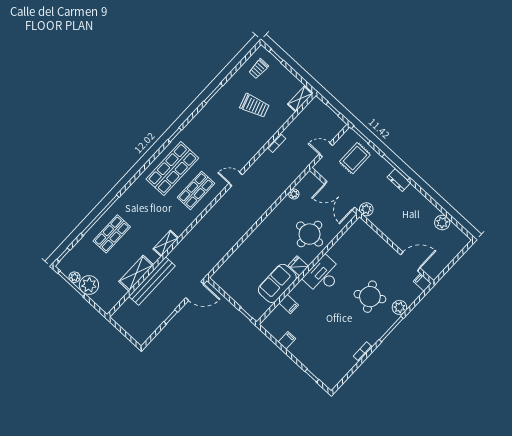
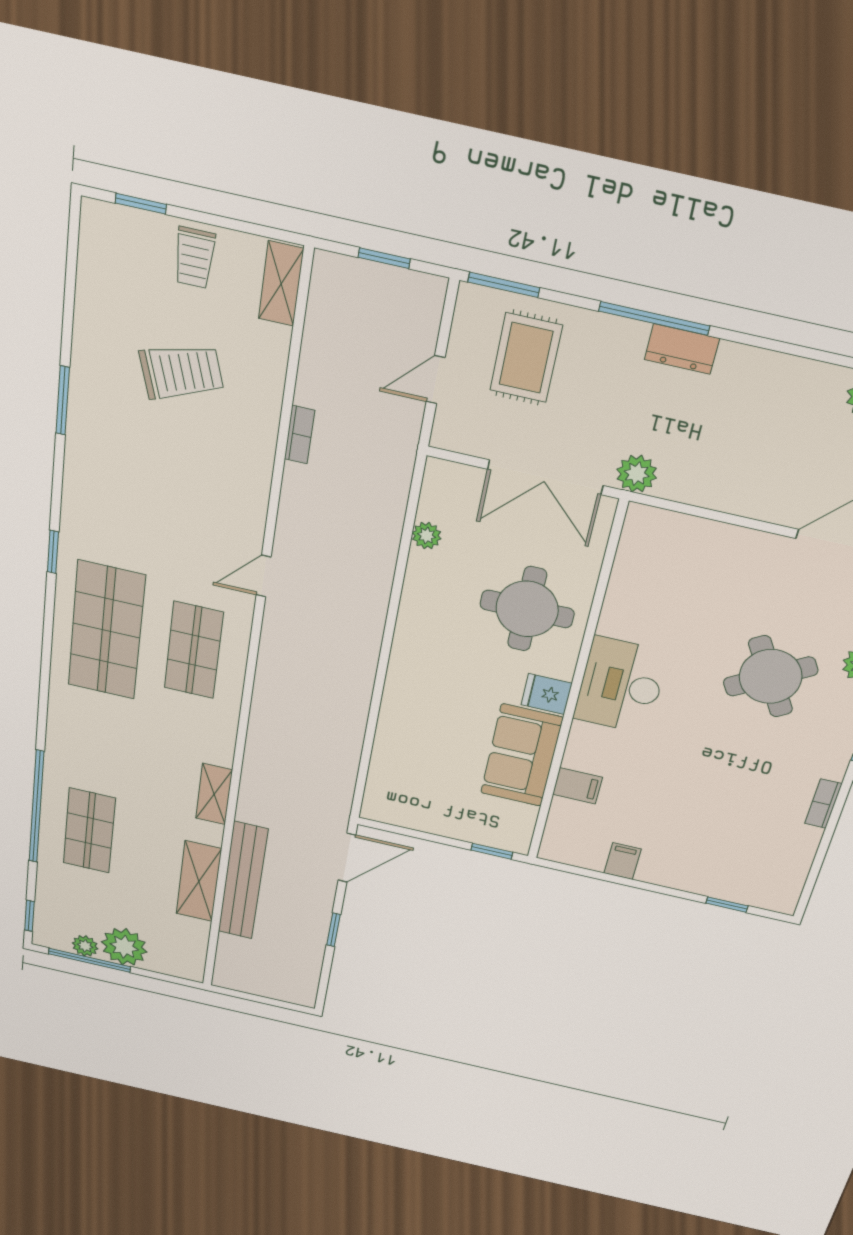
trolley: (259, 69) -> (195, 258), moved

